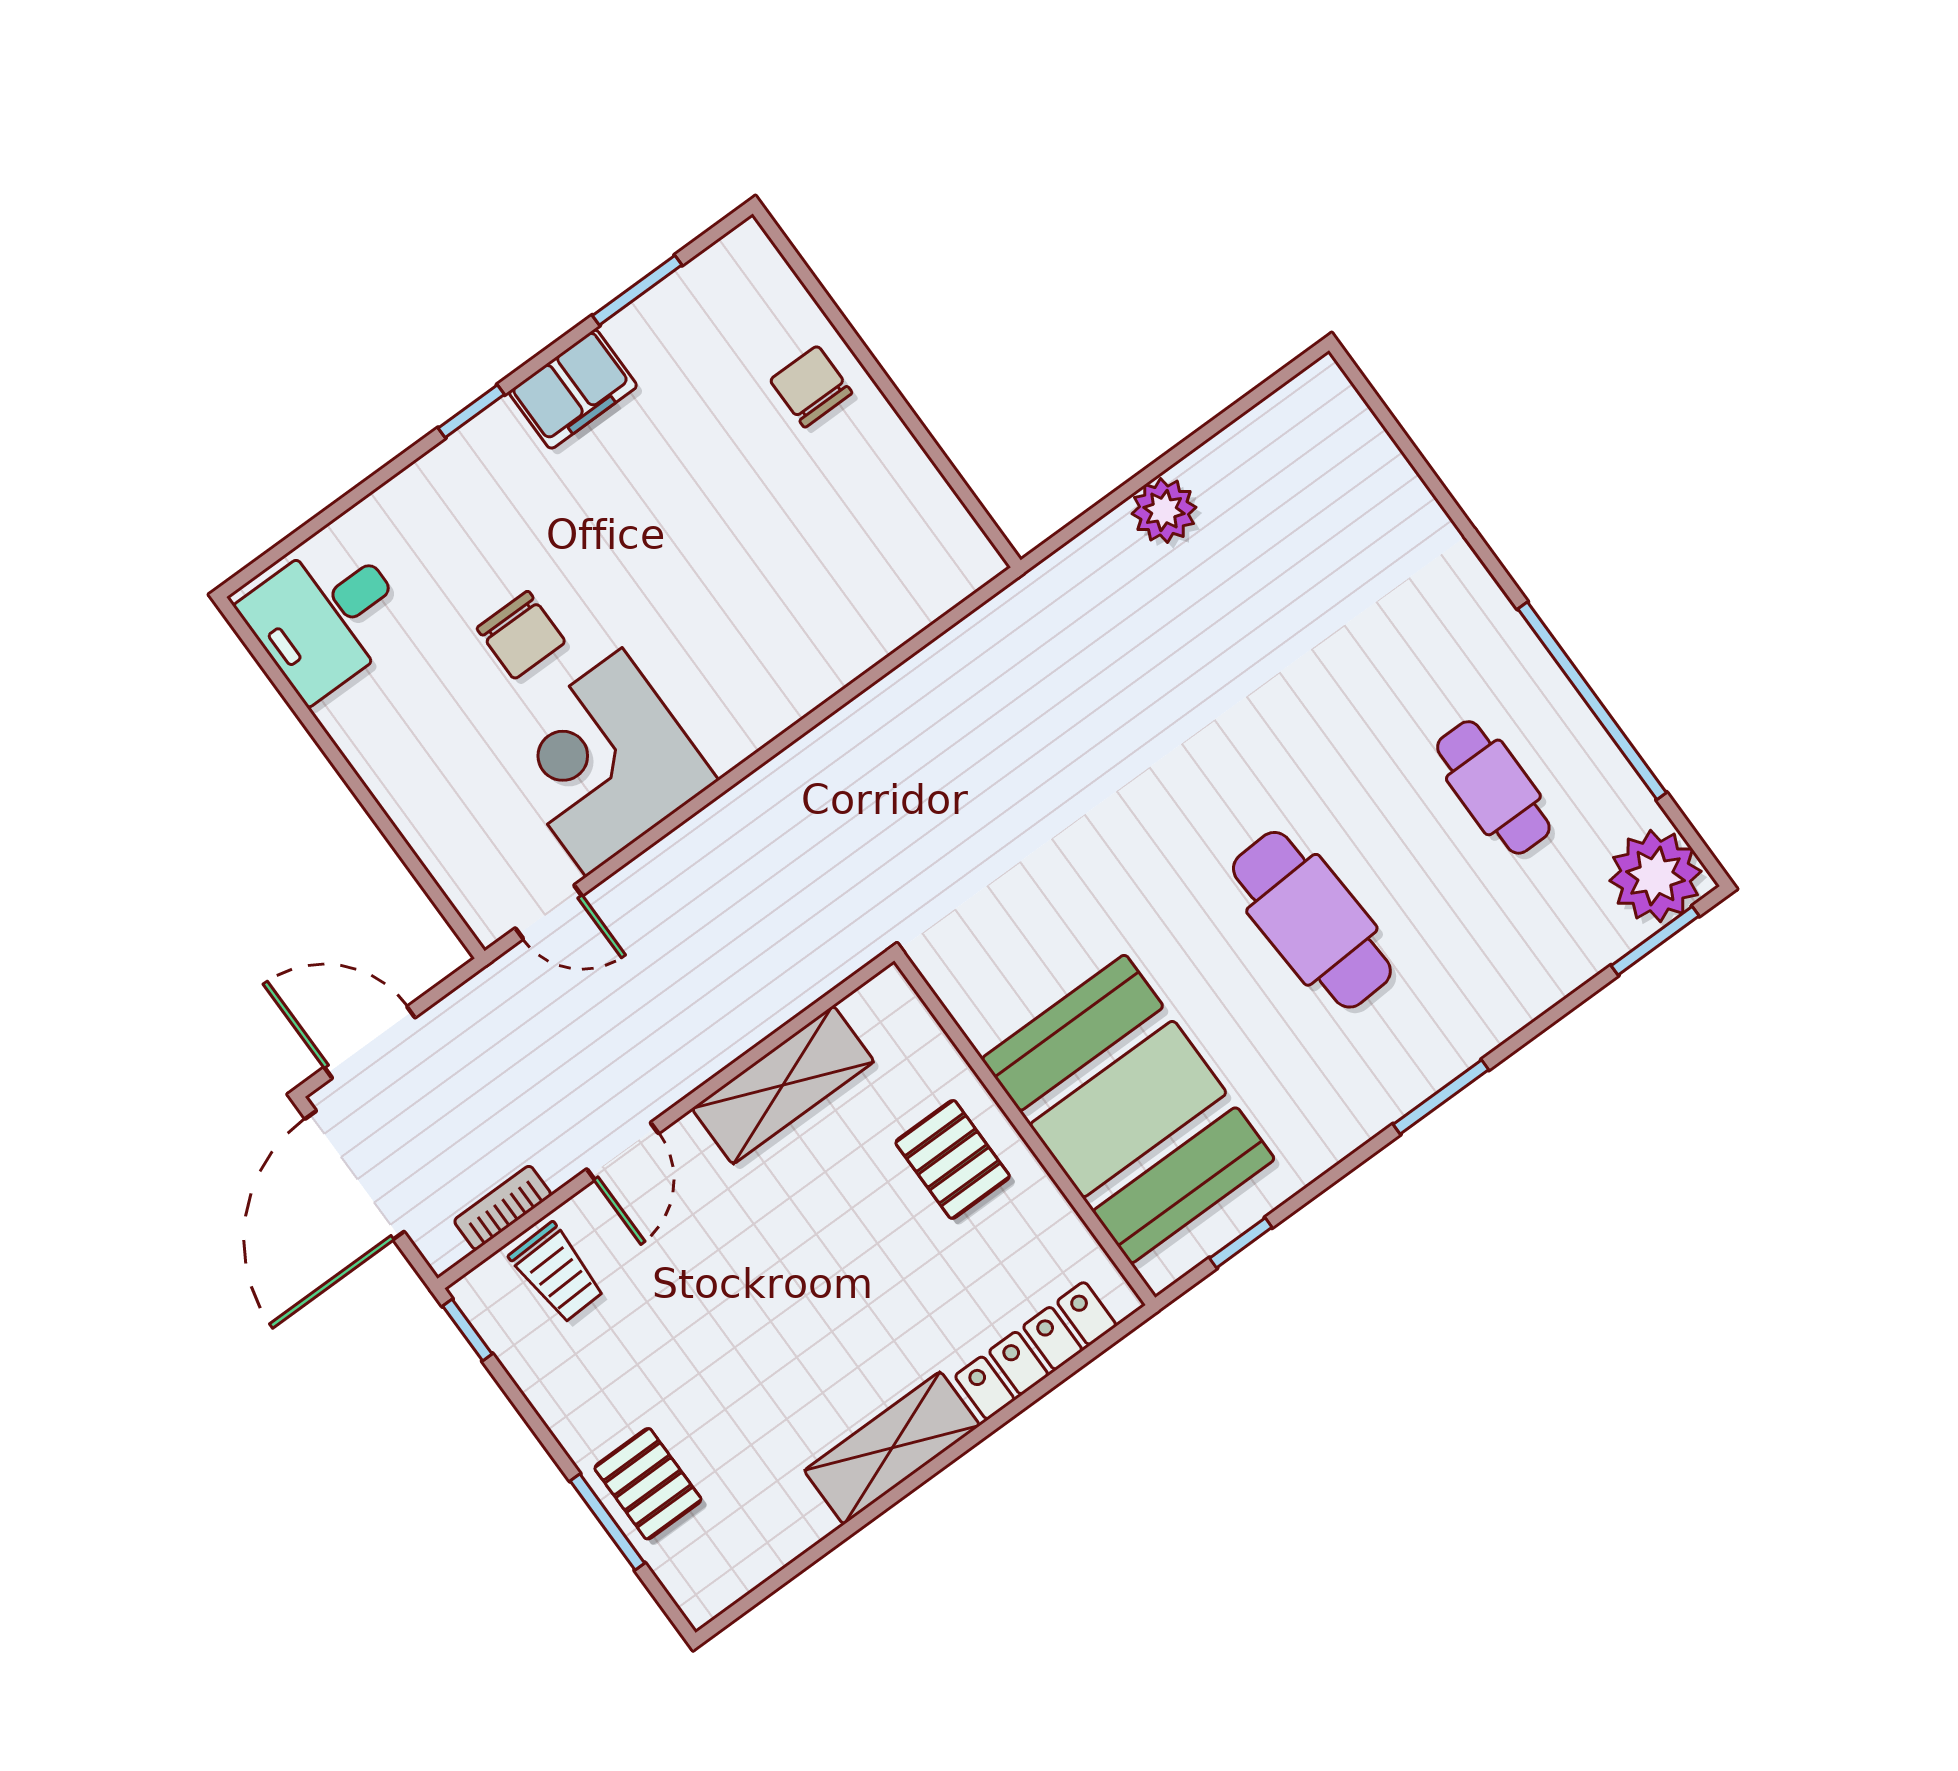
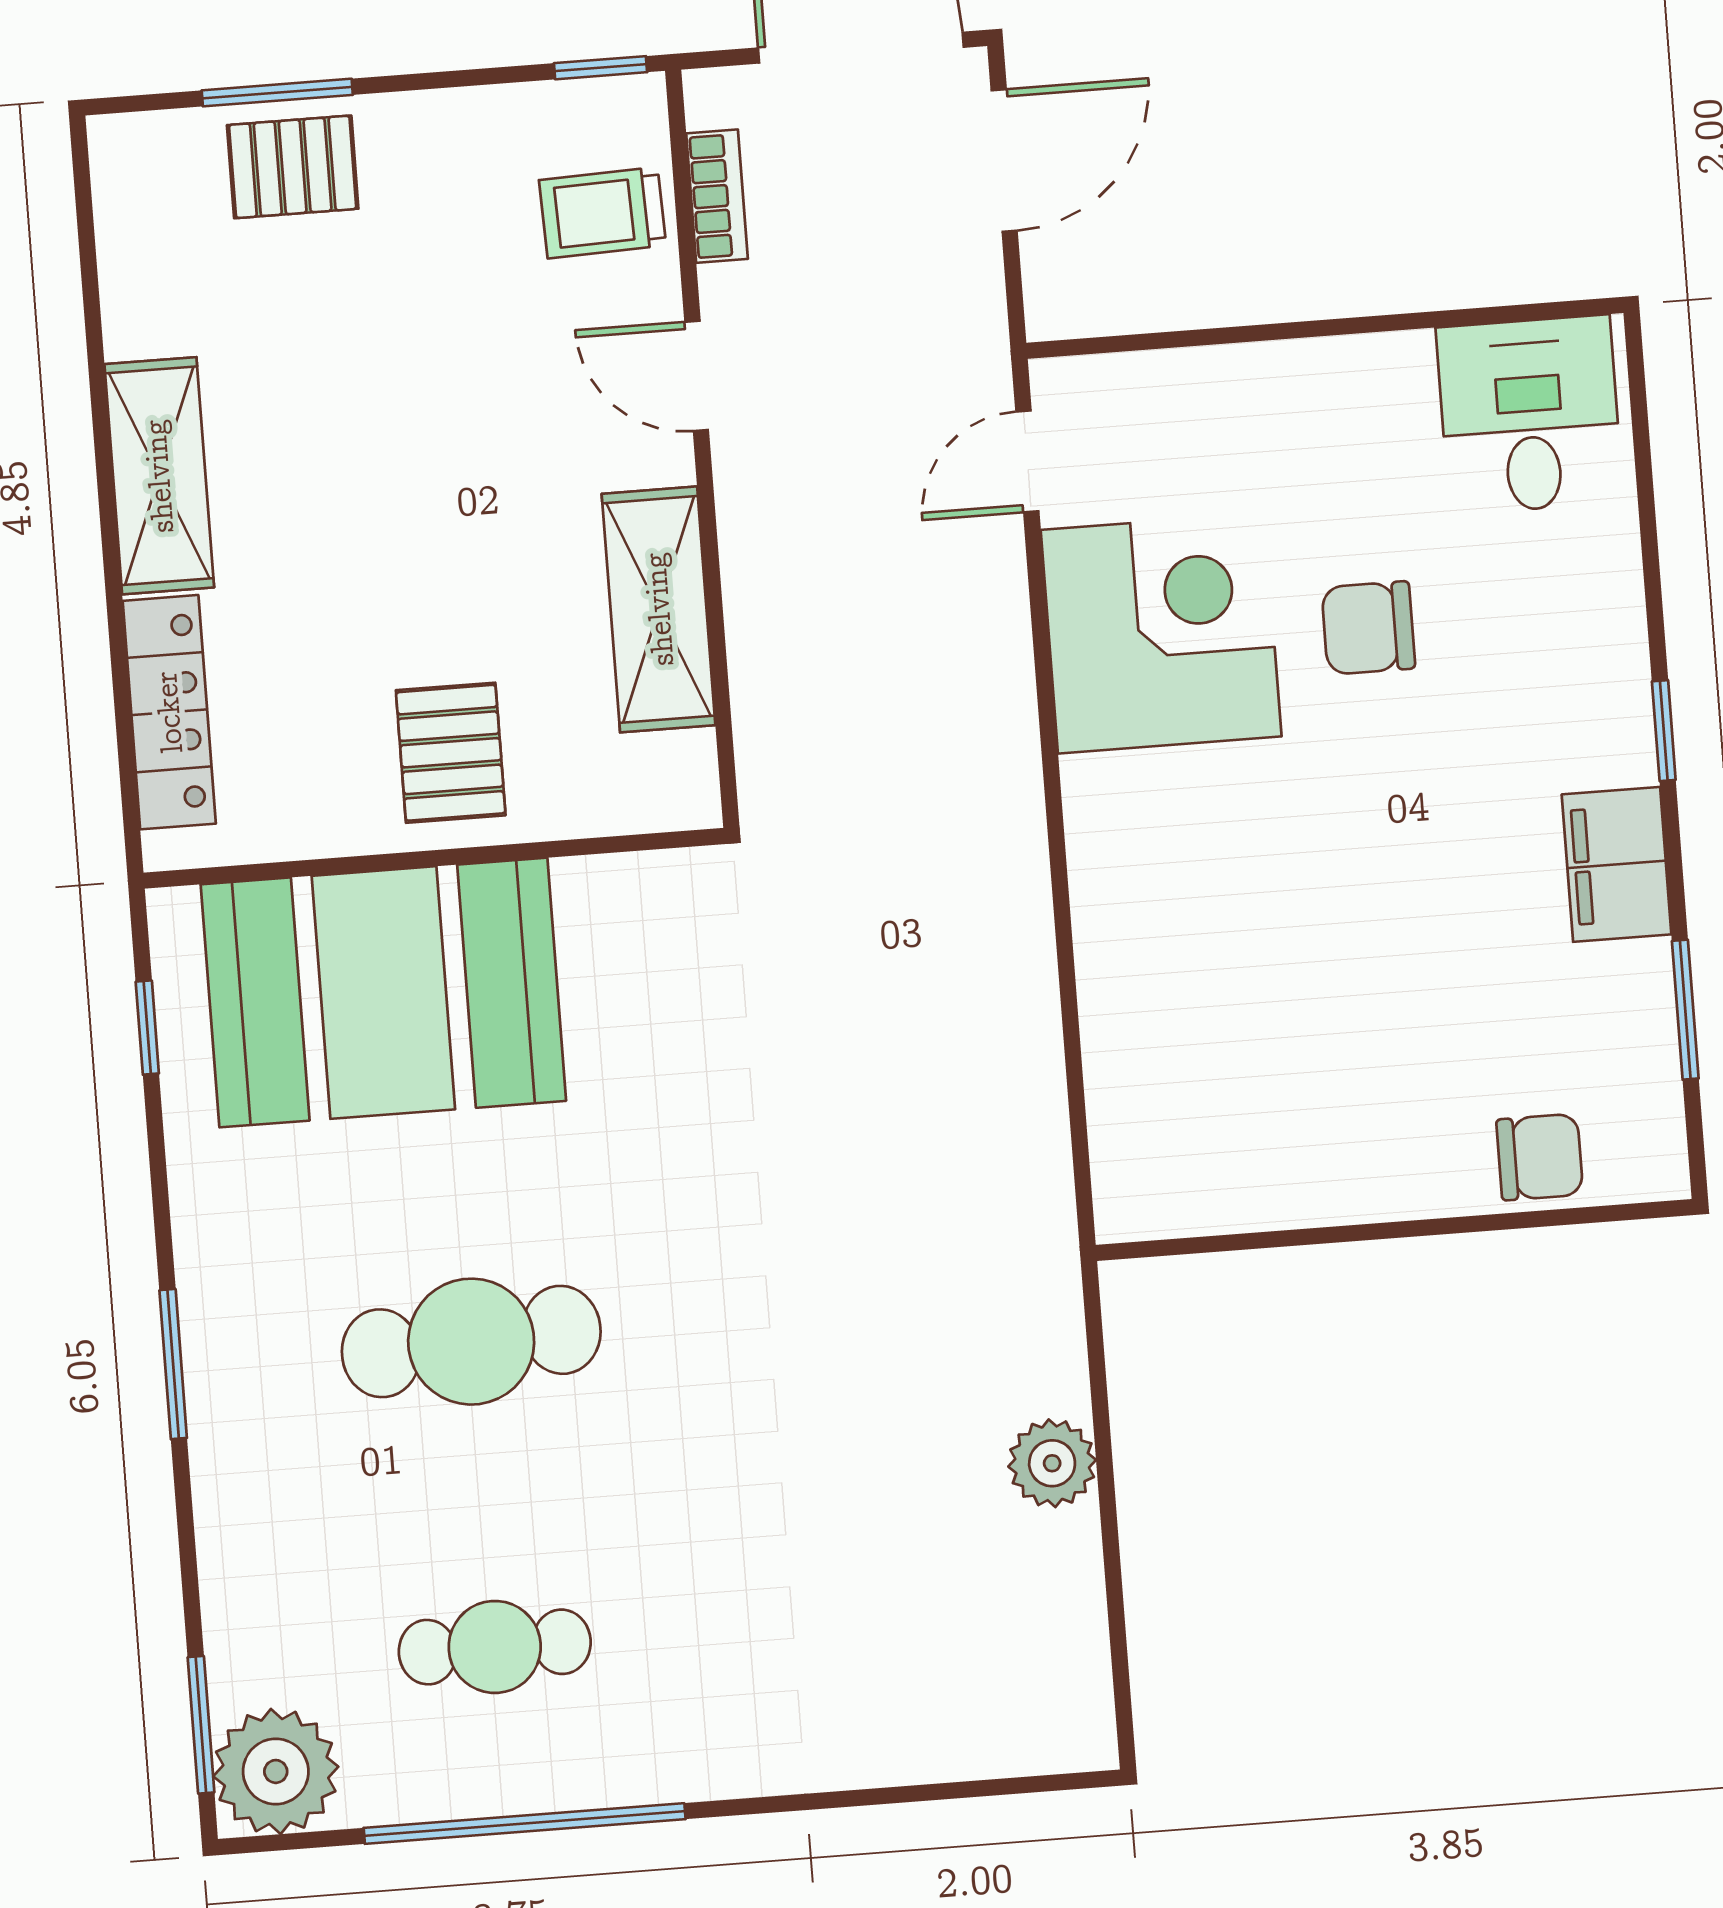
chair: (811, 387) -> (1540, 1157), moved
pallet: (953, 1159) -> (451, 753), turned 90

